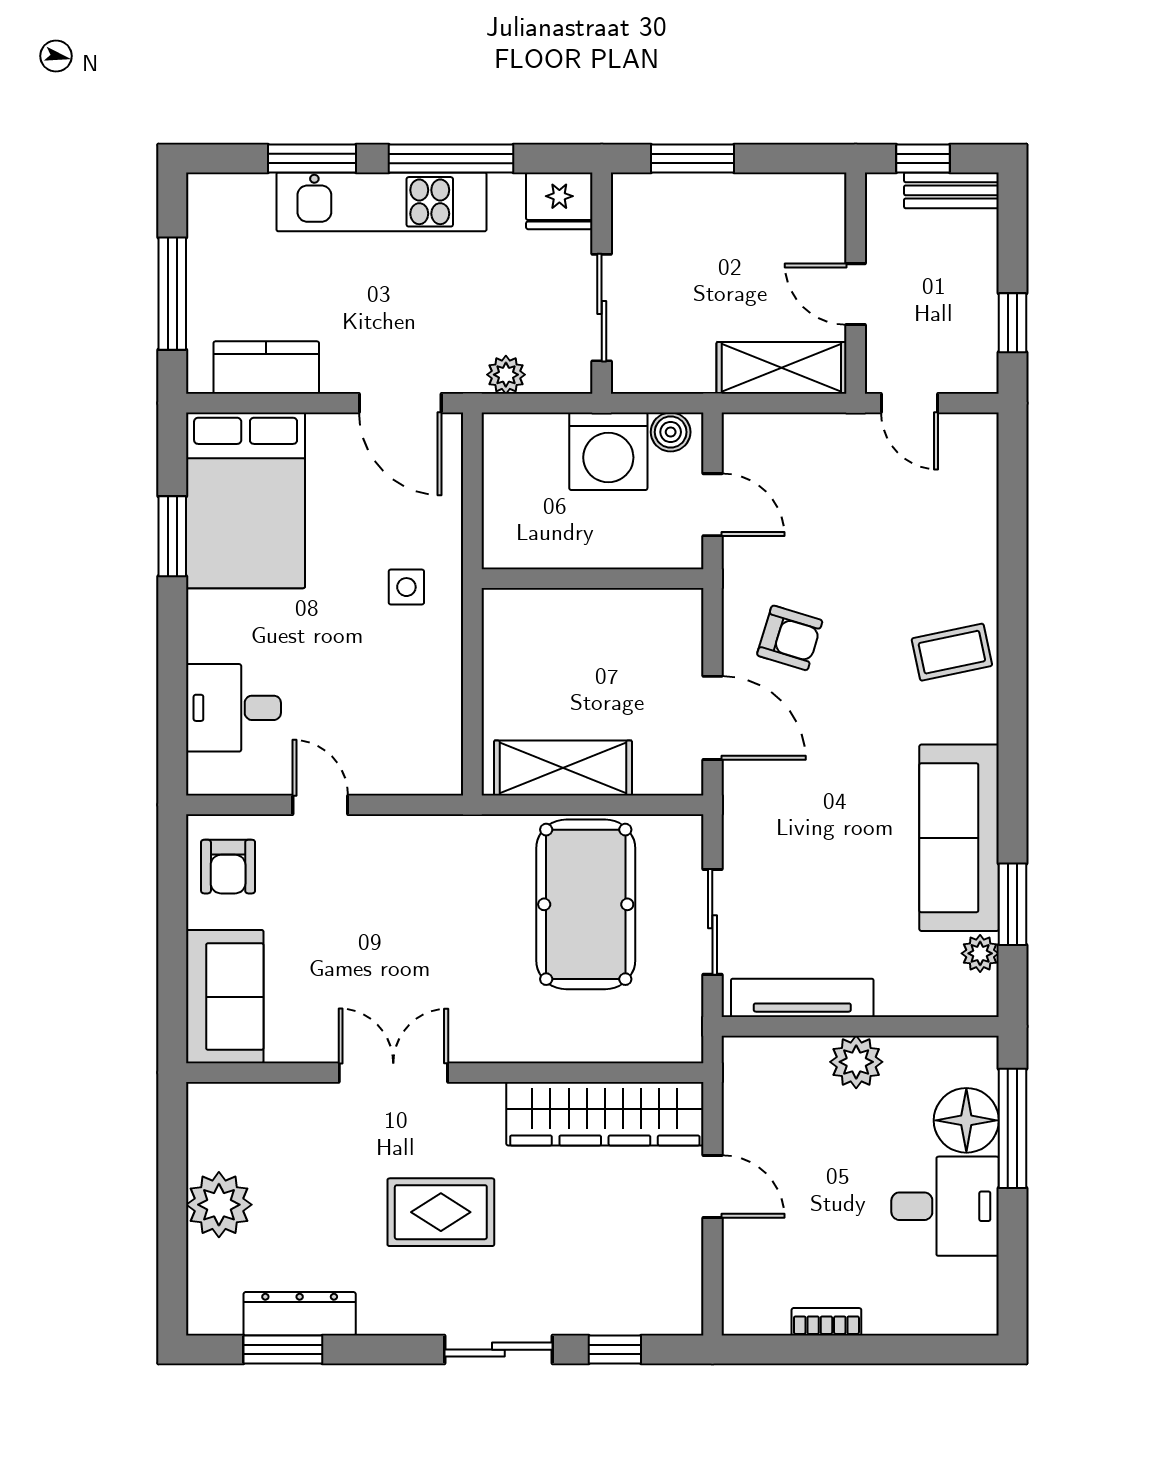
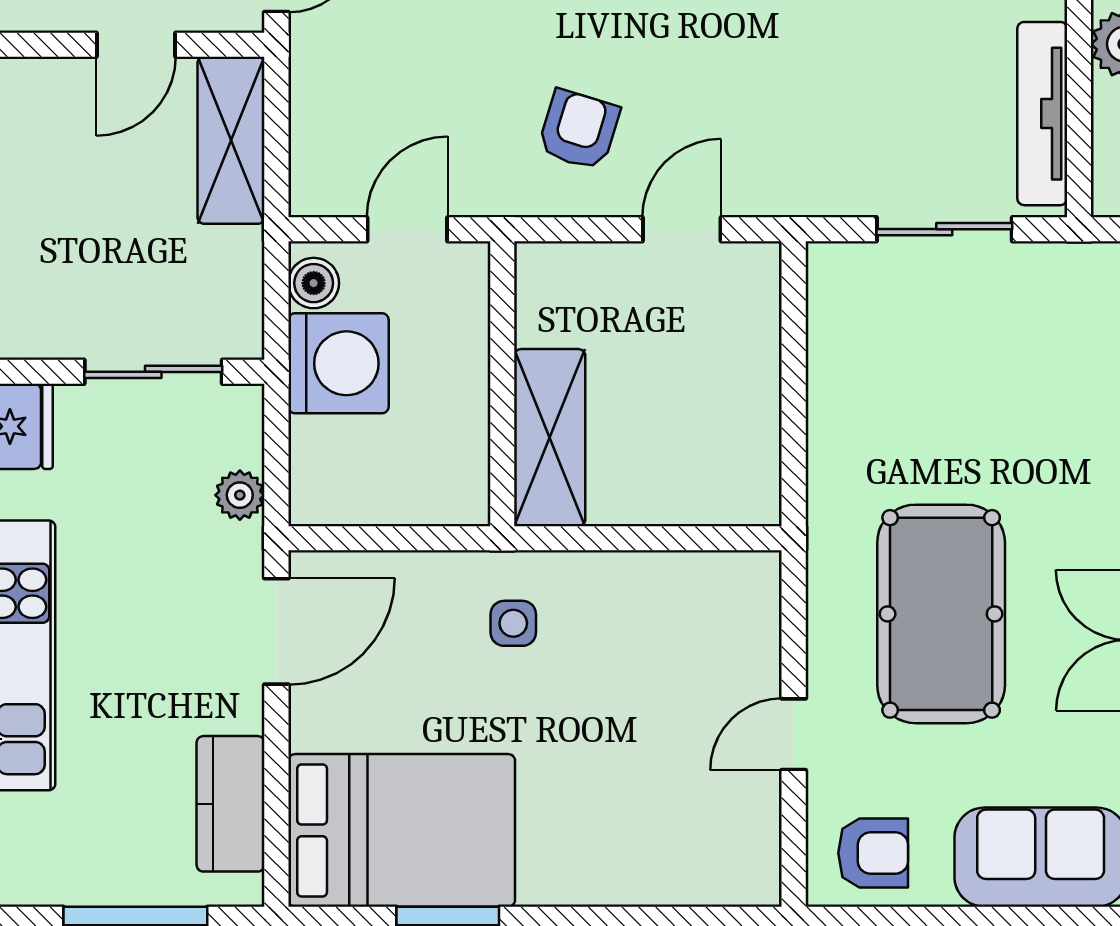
desk: (233, 708) -> (669, 846), removed
door: (712, 718) -> (682, 229), width x0.73
shelving: (563, 768) -> (550, 438), moved
pool table: (586, 904) -> (941, 614), moved, turned 90

